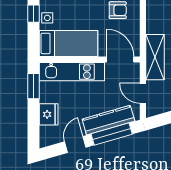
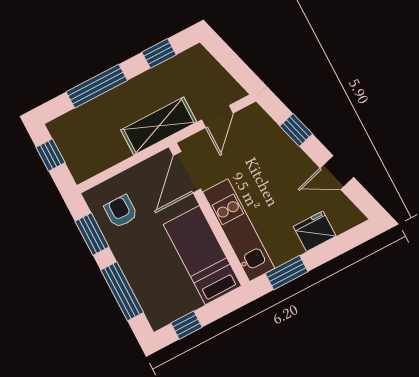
side table: (47, 18) -> (183, 303), removed
kitchen counter: (108, 120) -> (279, 145), removed
window: (112, 134) -> (296, 130), width x0.46

